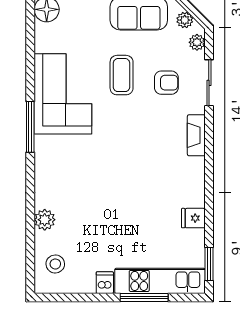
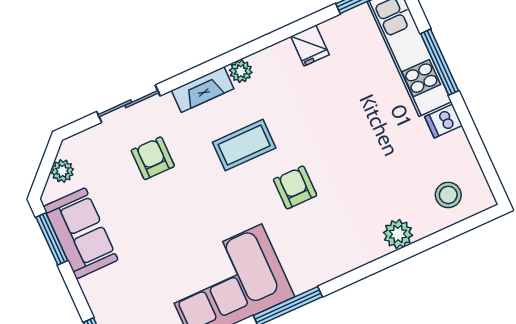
plant: (197, 42) -> (241, 71), moved
coffee table: (122, 75) -> (244, 145), moved
armchair: (105, 167) -> (295, 187), added

